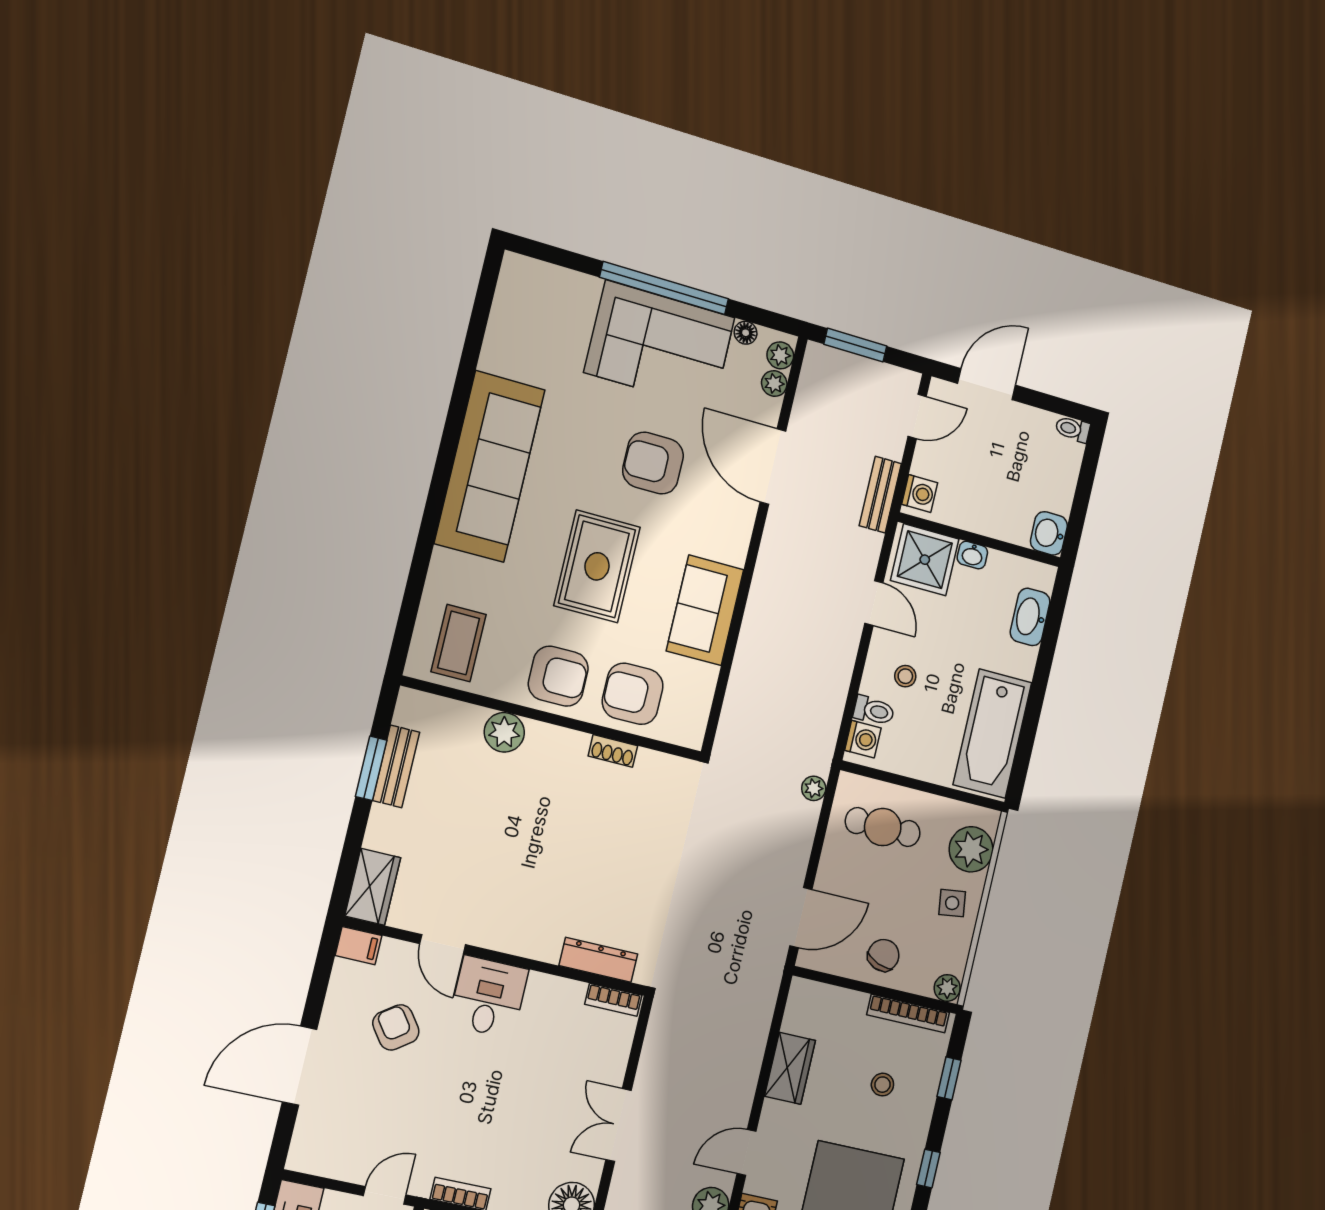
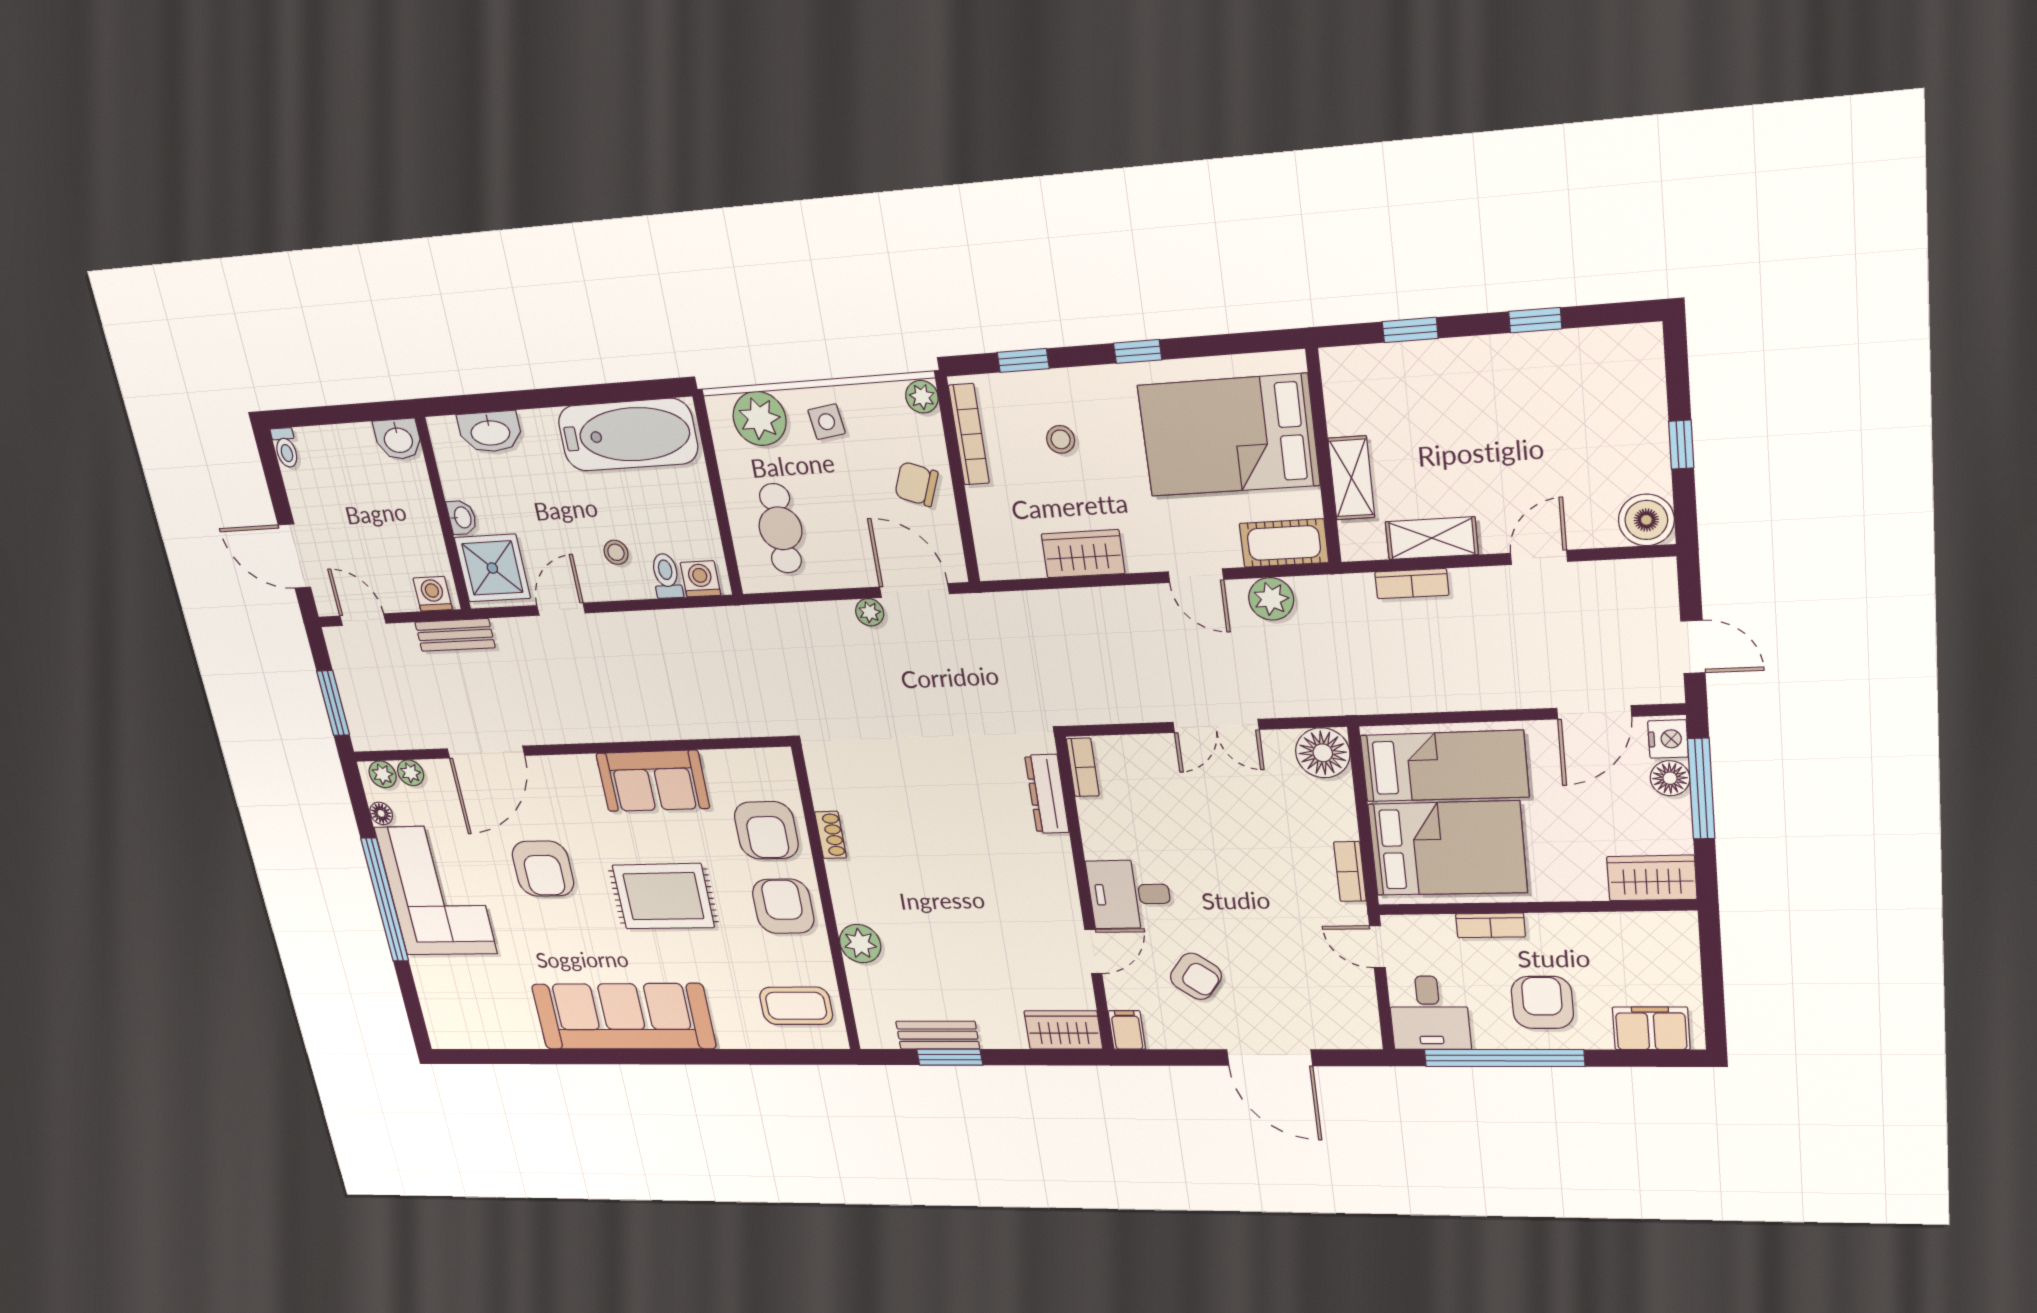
plant: (814, 788) -> (870, 612), moved
armchair: (396, 1027) -> (1196, 976), turned -107

